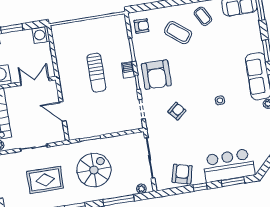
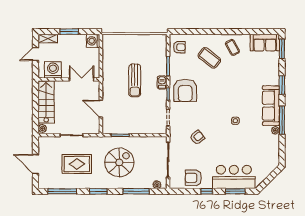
armchair: (177, 111) -> (197, 137), moved
armchair: (182, 174) -> (193, 178), turned -104

